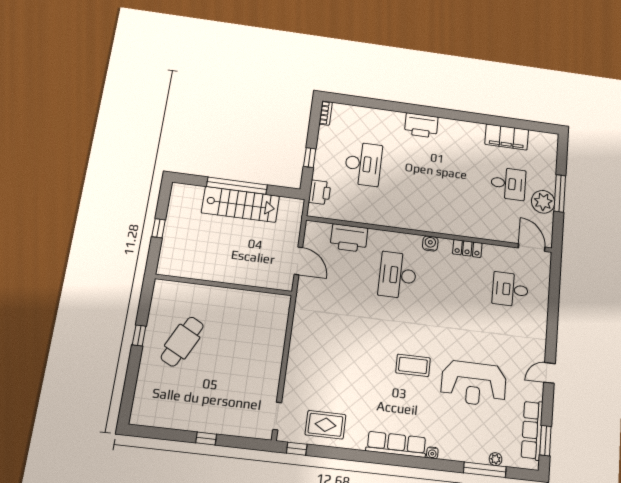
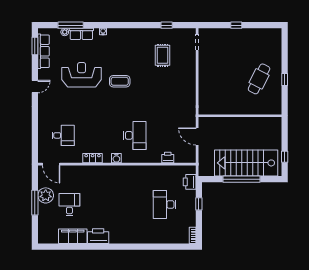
printer: (421, 125) -> (98, 236), moved
desk: (508, 184) -> (69, 204), turned 90
stairs: (240, 204) -> (246, 163), width x1.36, depth x1.51
window: (159, 228) -> (285, 157), moved
printer: (349, 238) -> (168, 158), width x0.53, depth x0.68
rug: (325, 425) -> (162, 55), moved, turned 90
row of seats: (396, 444) -> (81, 34), moved, width x0.68
window: (297, 449) -> (167, 25), moved

